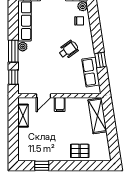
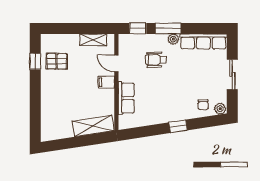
wheelchair: (68, 50) -> (156, 60), moved, turned 126
window: (100, 60) -> (178, 126), moved
row of seats: (91, 72) -> (126, 98), moved, turned 99
pallet: (80, 151) -> (57, 61), moved, turned 90

